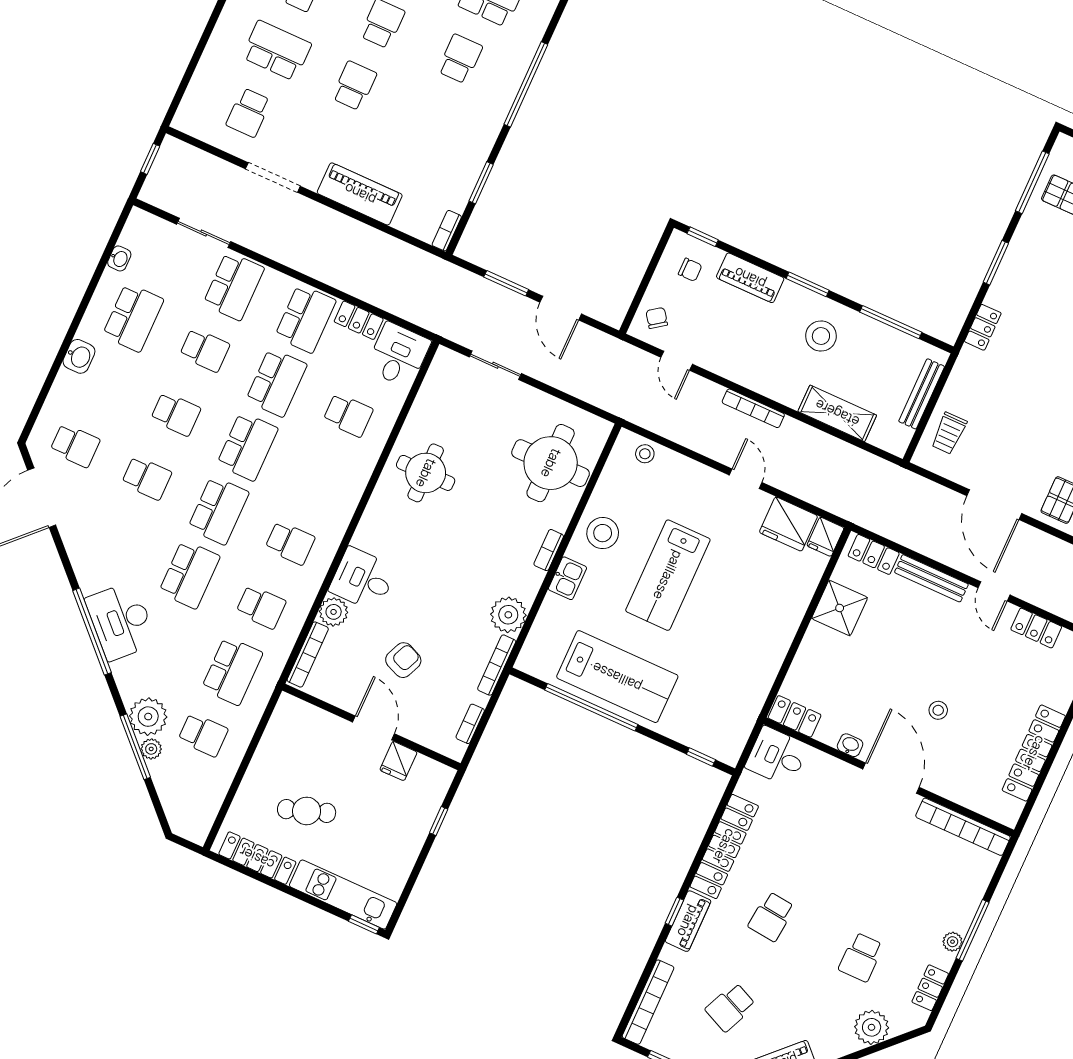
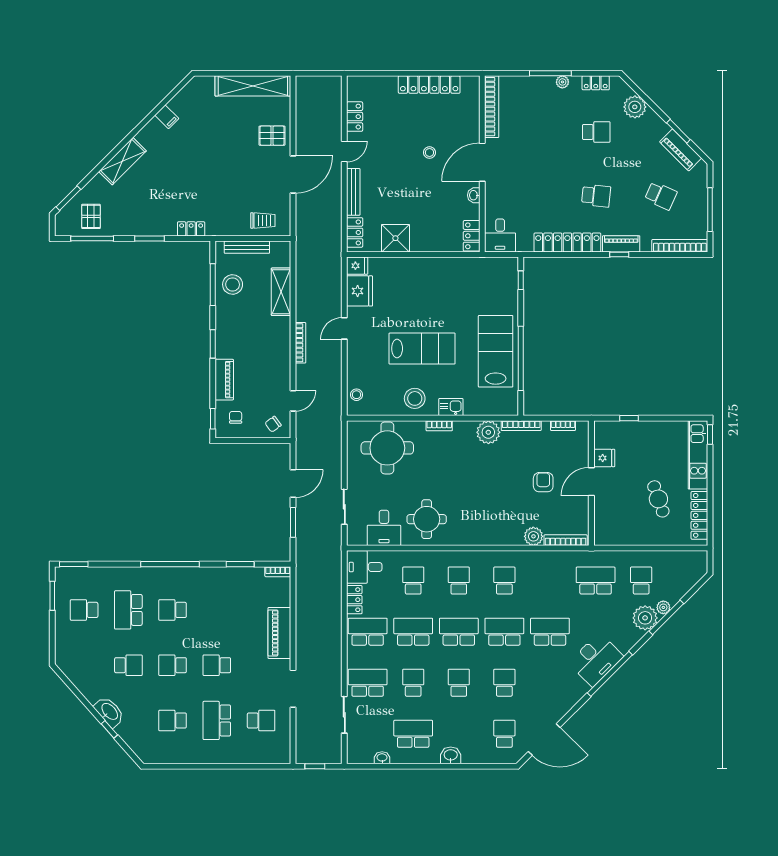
stool: (821, 336) -> (233, 284), moved
desk: (363, 579) -> (384, 528), moved
school desk: (261, 607) -> (459, 581), moved
armchair: (403, 660) -> (543, 482), turned 67

